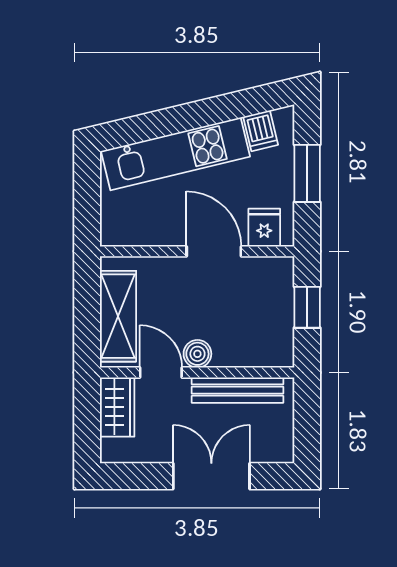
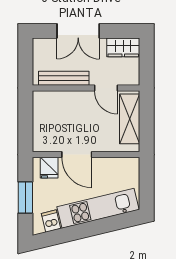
window: (307, 307) -> (25, 124), removed
boiler: (197, 354) -> (86, 98), removed
wardrobe: (117, 407) -> (123, 47), moved, turned -90

